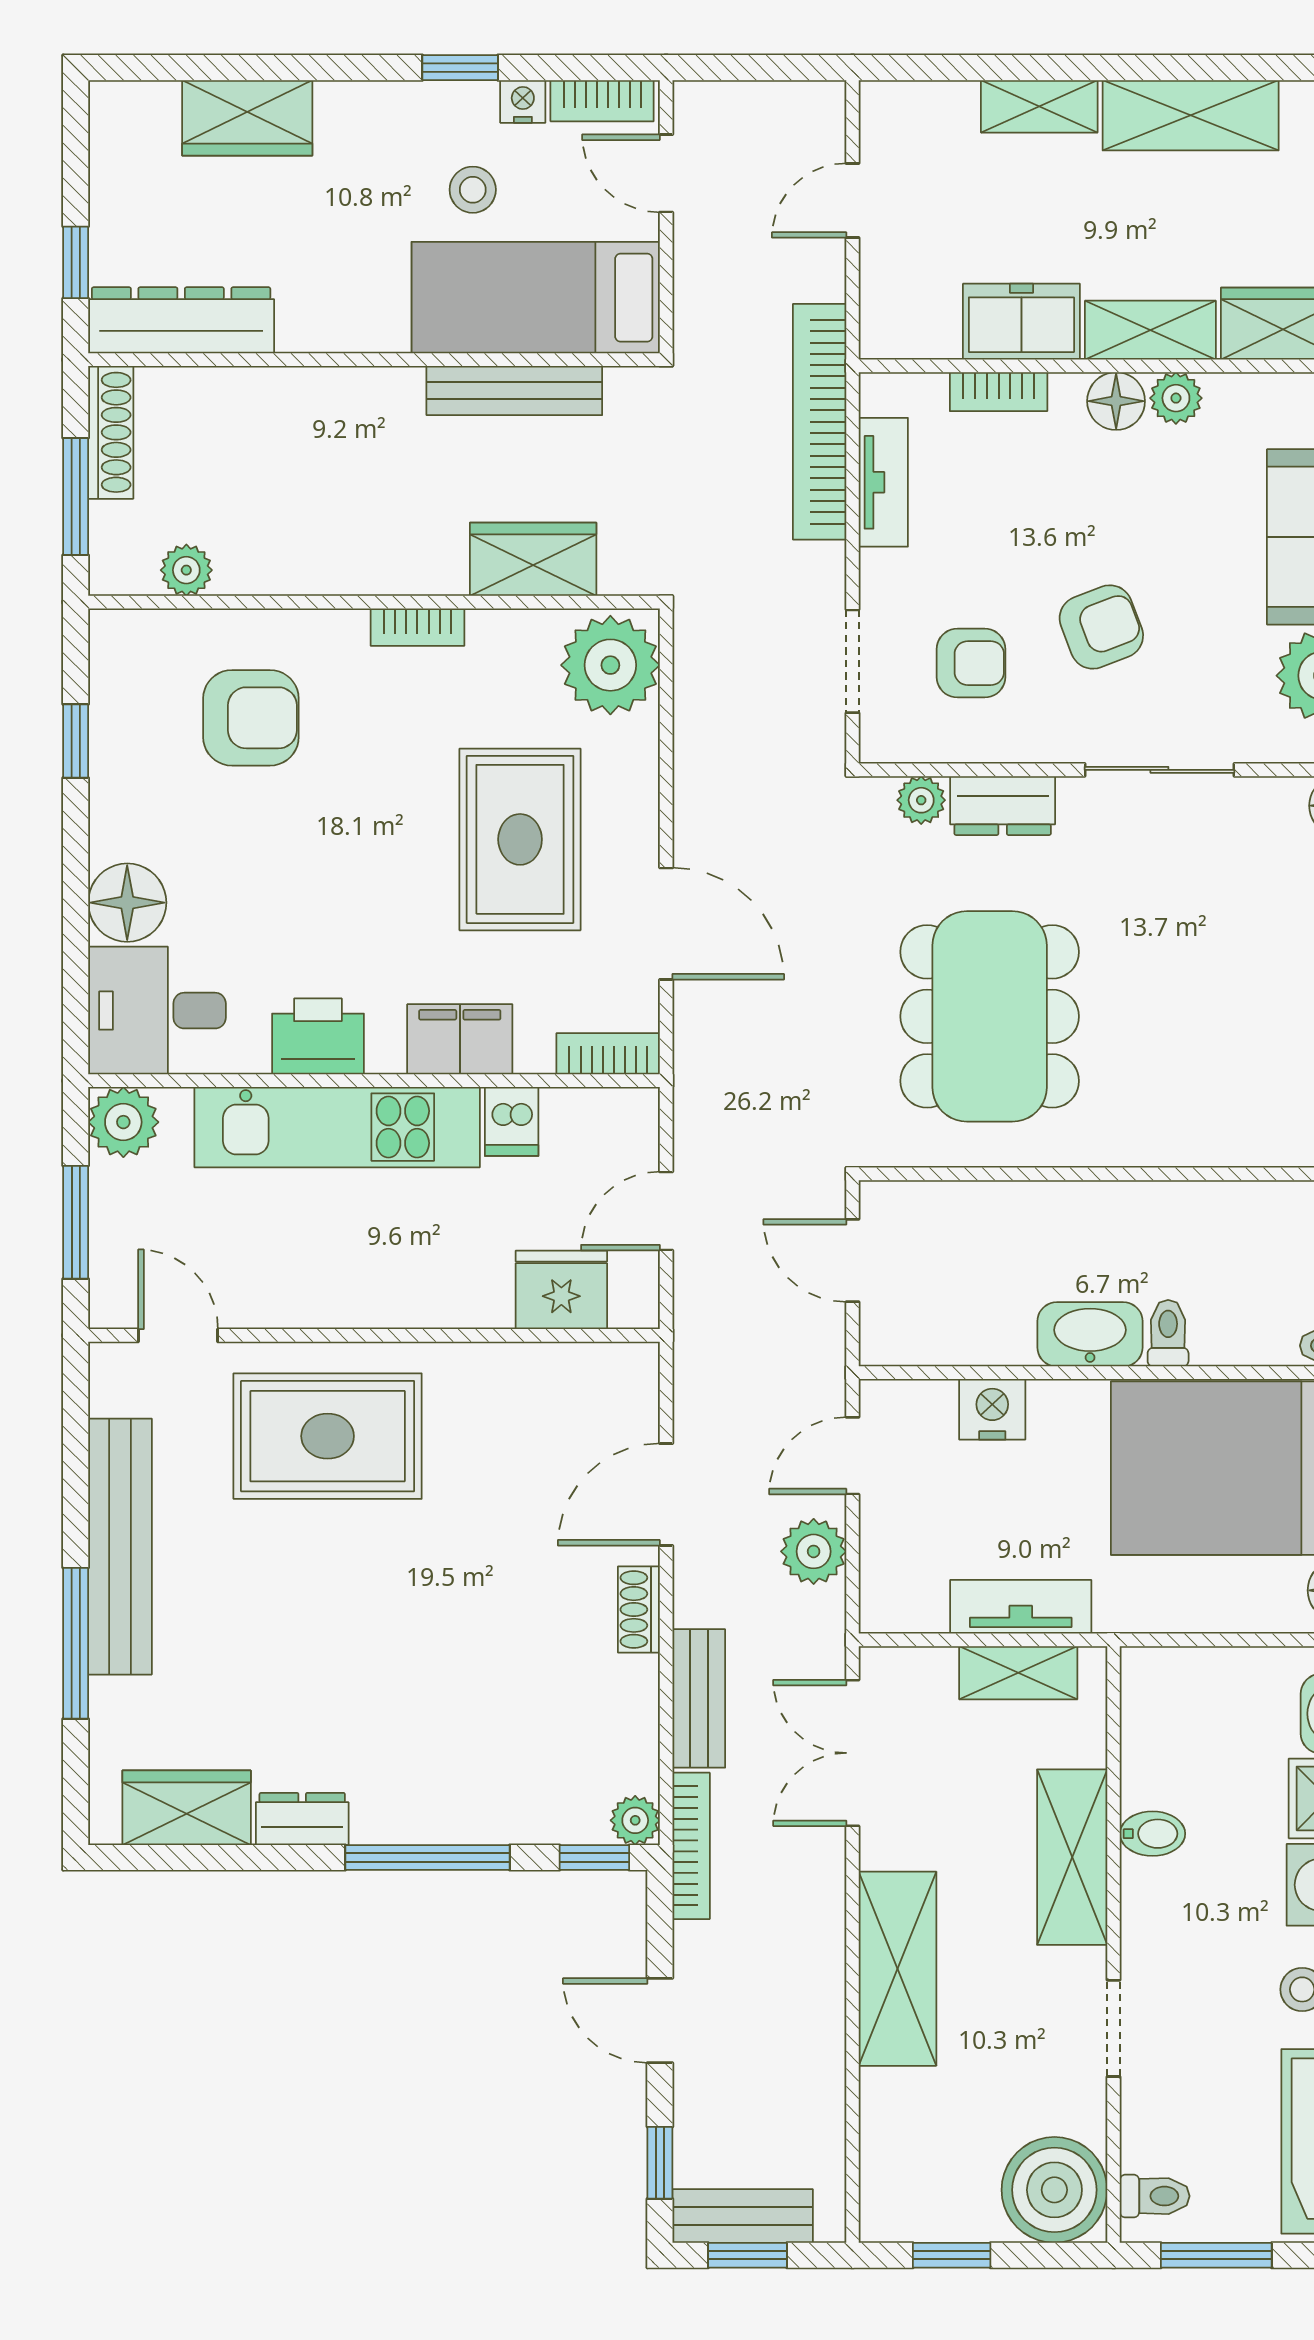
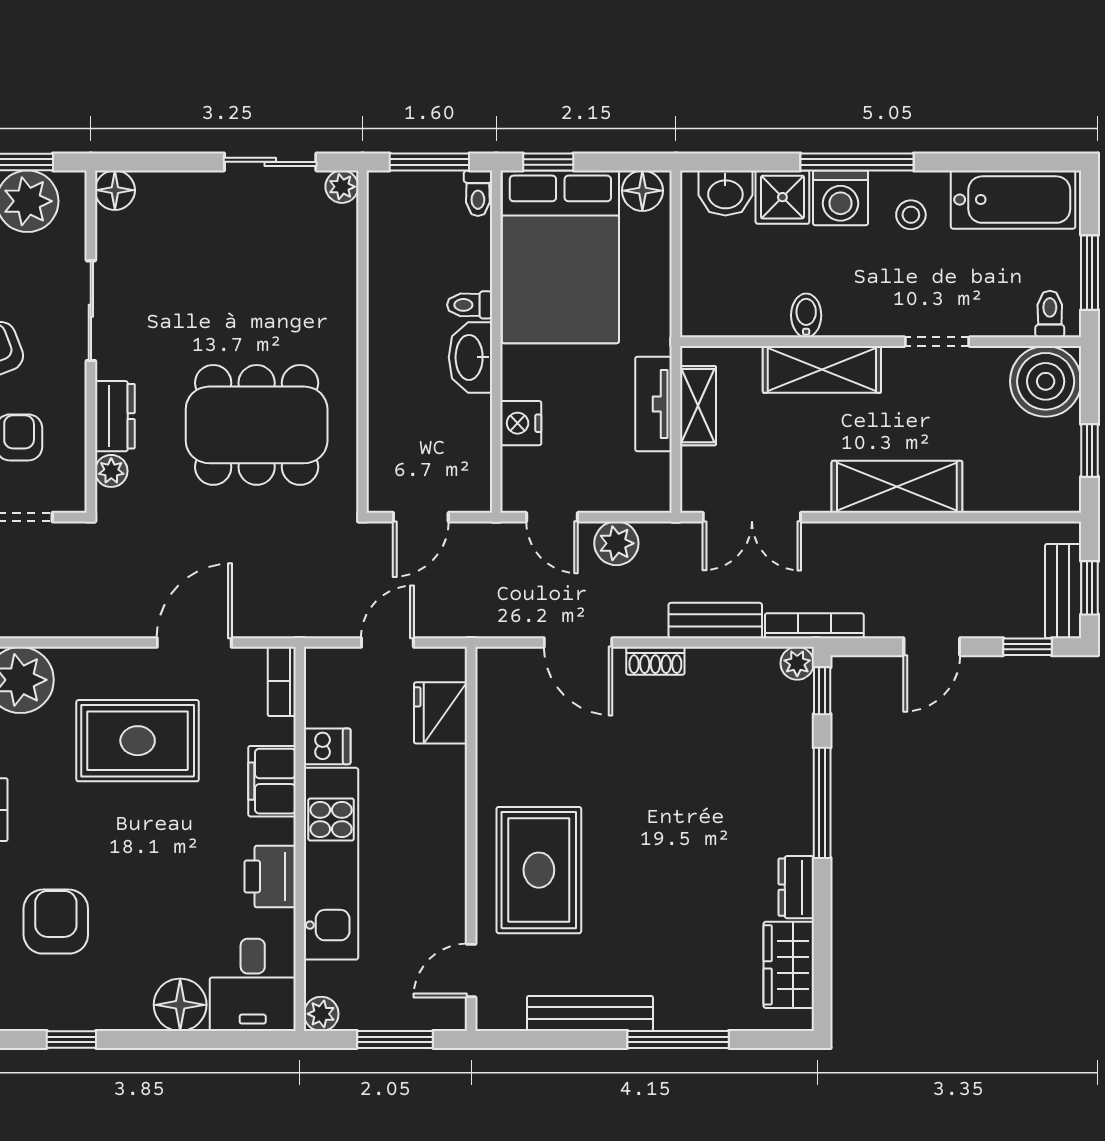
plant: (123, 1122) -> (321, 1014), width x0.73, depth x0.73
door: (666, 1211) -> (387, 642), swing flipped
bench: (120, 1547) -> (590, 1013), width x0.73, depth x0.82

